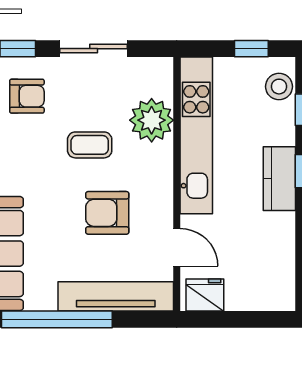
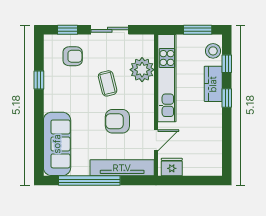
window: (251, 49) -> (198, 30), width x1.50
coffee table: (90, 145) -> (108, 83), turned 76
kitchen counter: (279, 179) -> (213, 84), moved
door: (177, 247) -> (156, 140), hinge flipped

